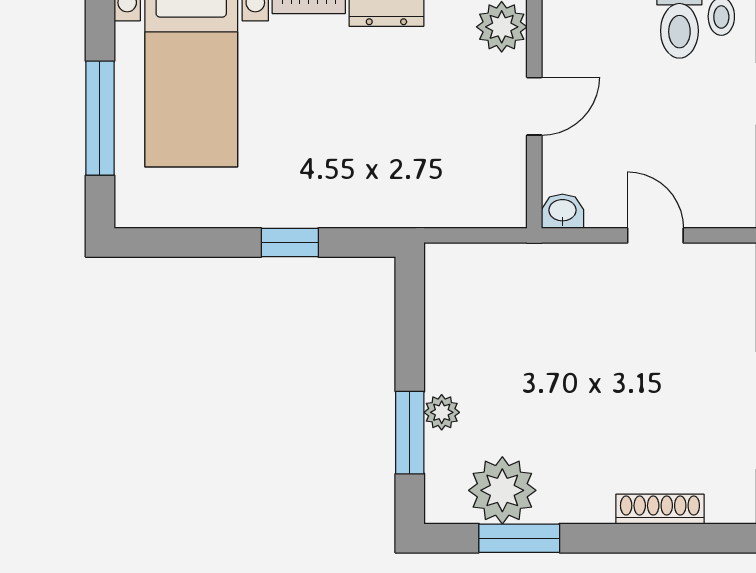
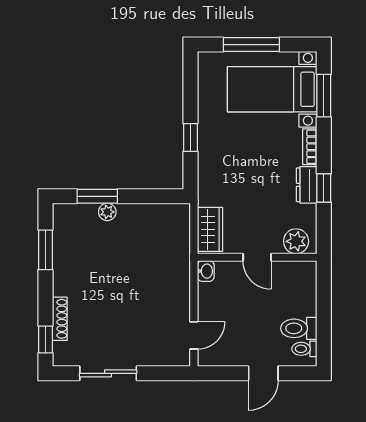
wardrobe: (477, 202) -> (210, 229), added
door: (655, 235) -> (194, 335), moved
plant: (502, 490) -> (69, 242), removed
window: (702, 538) -> (46, 340), added

